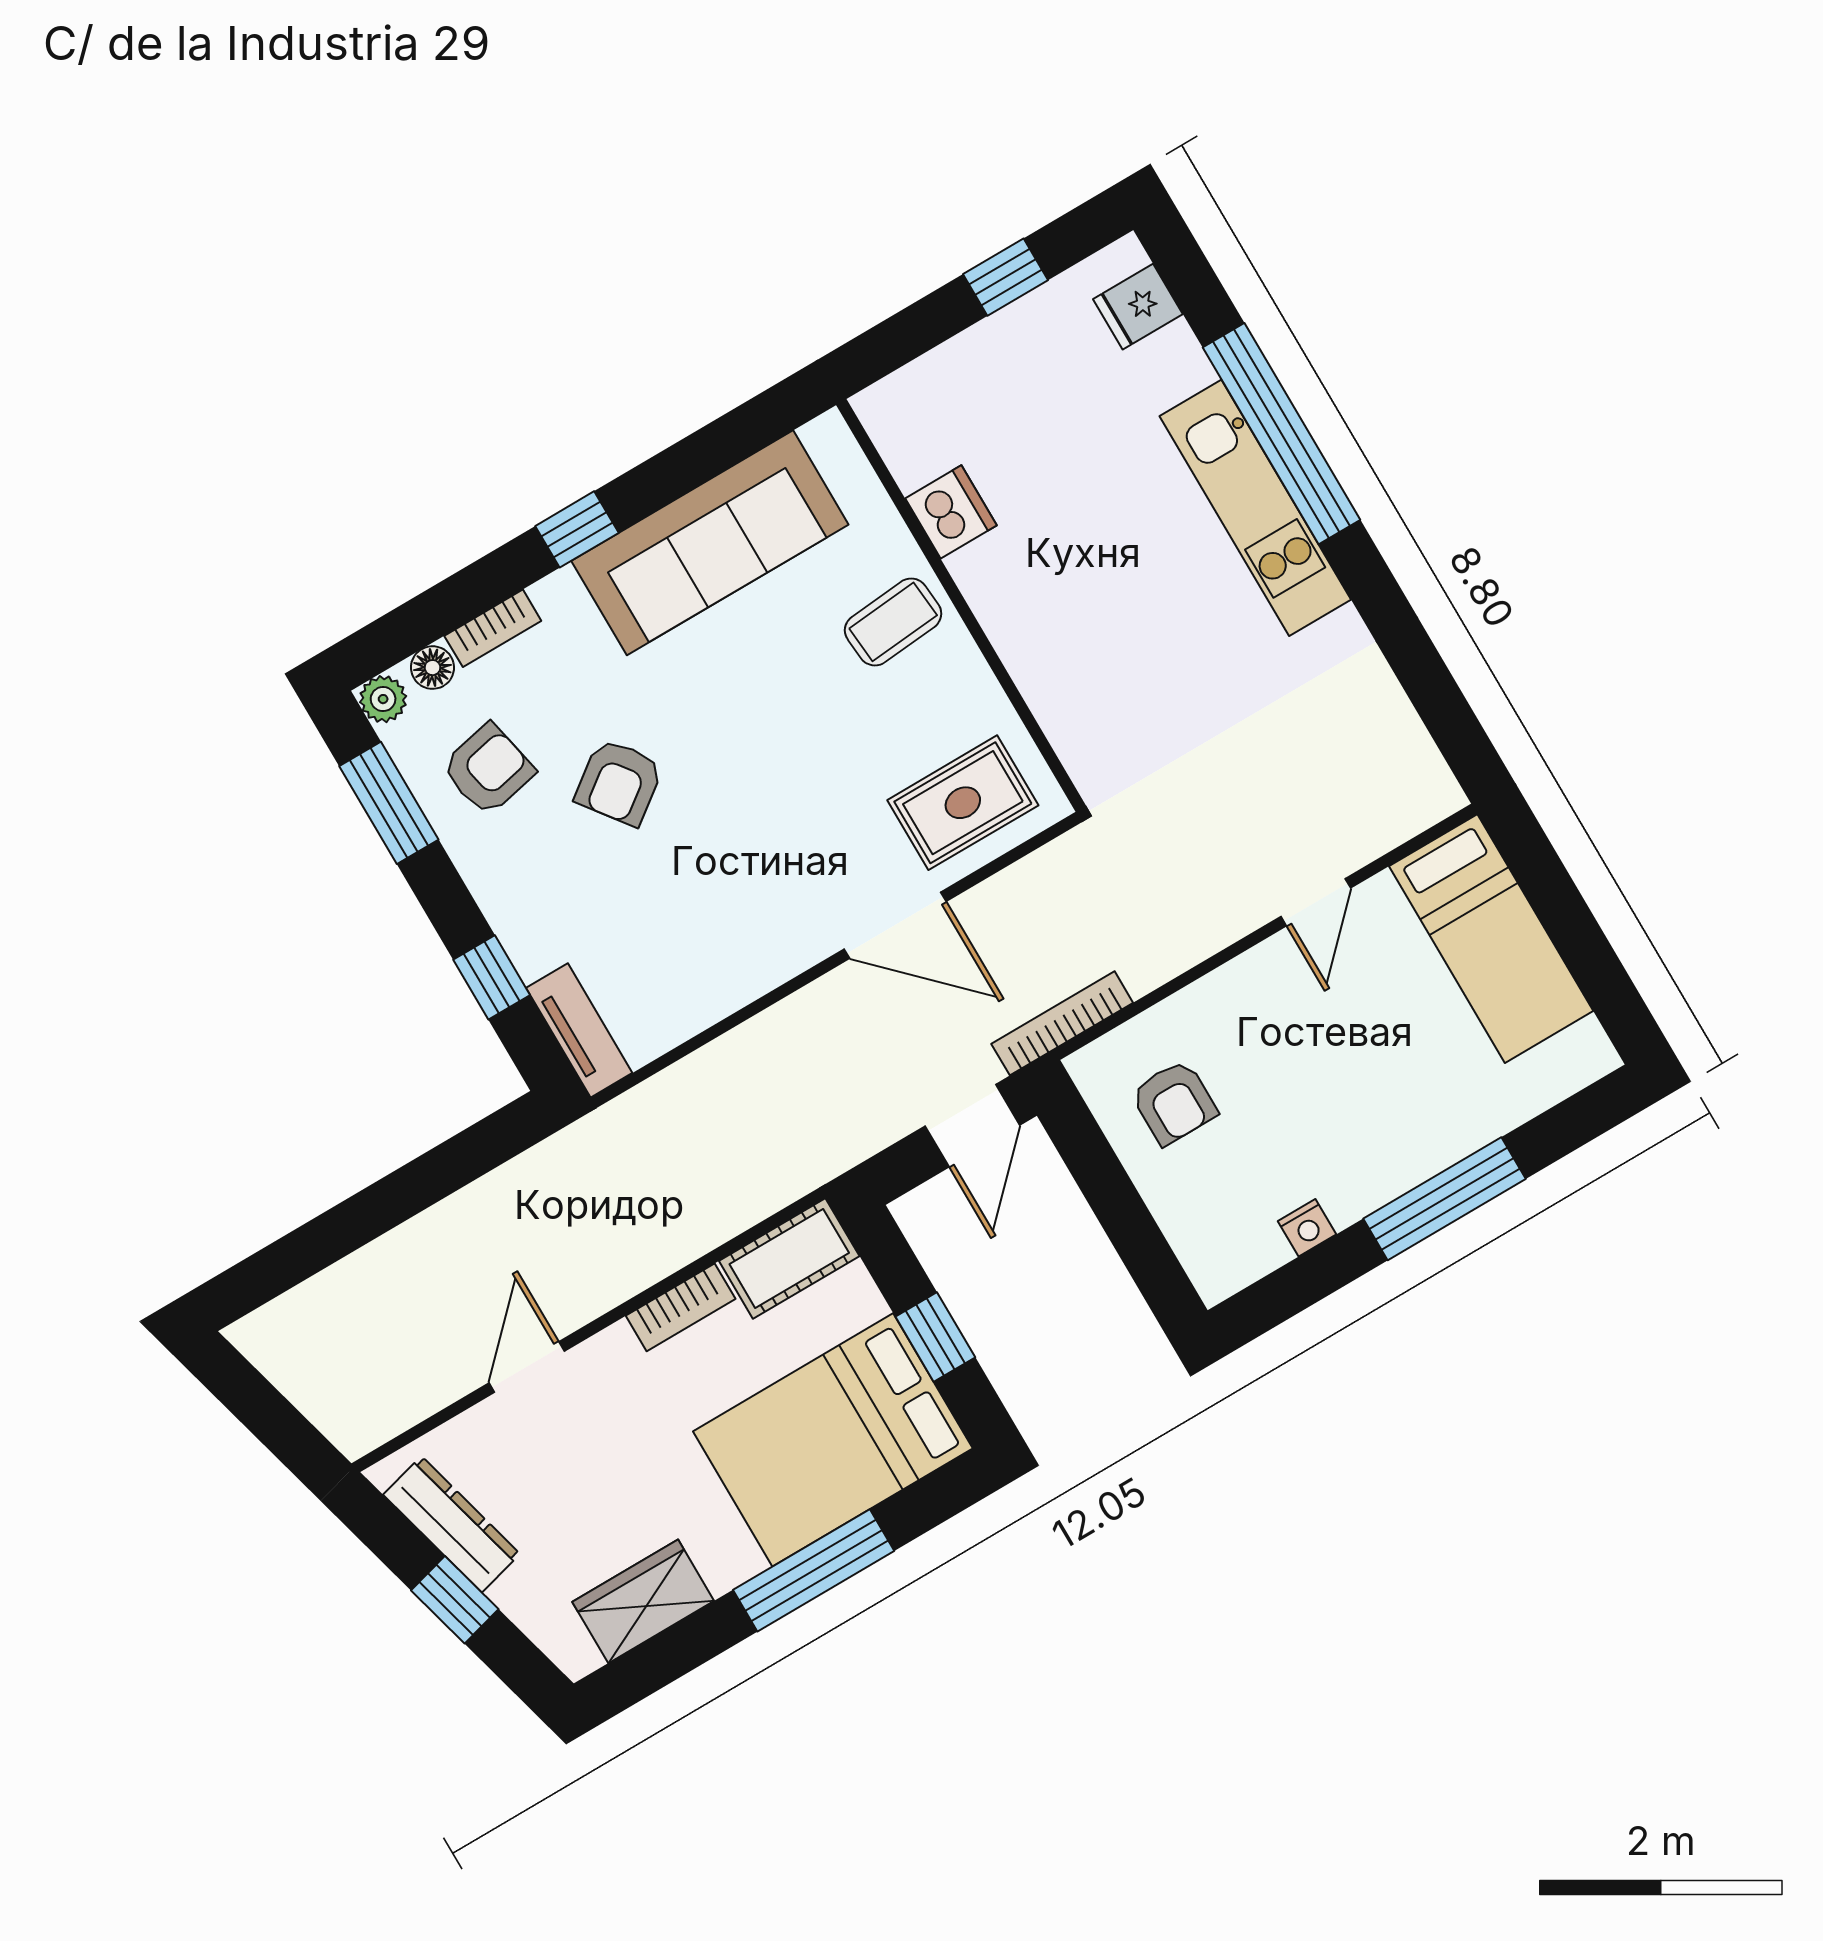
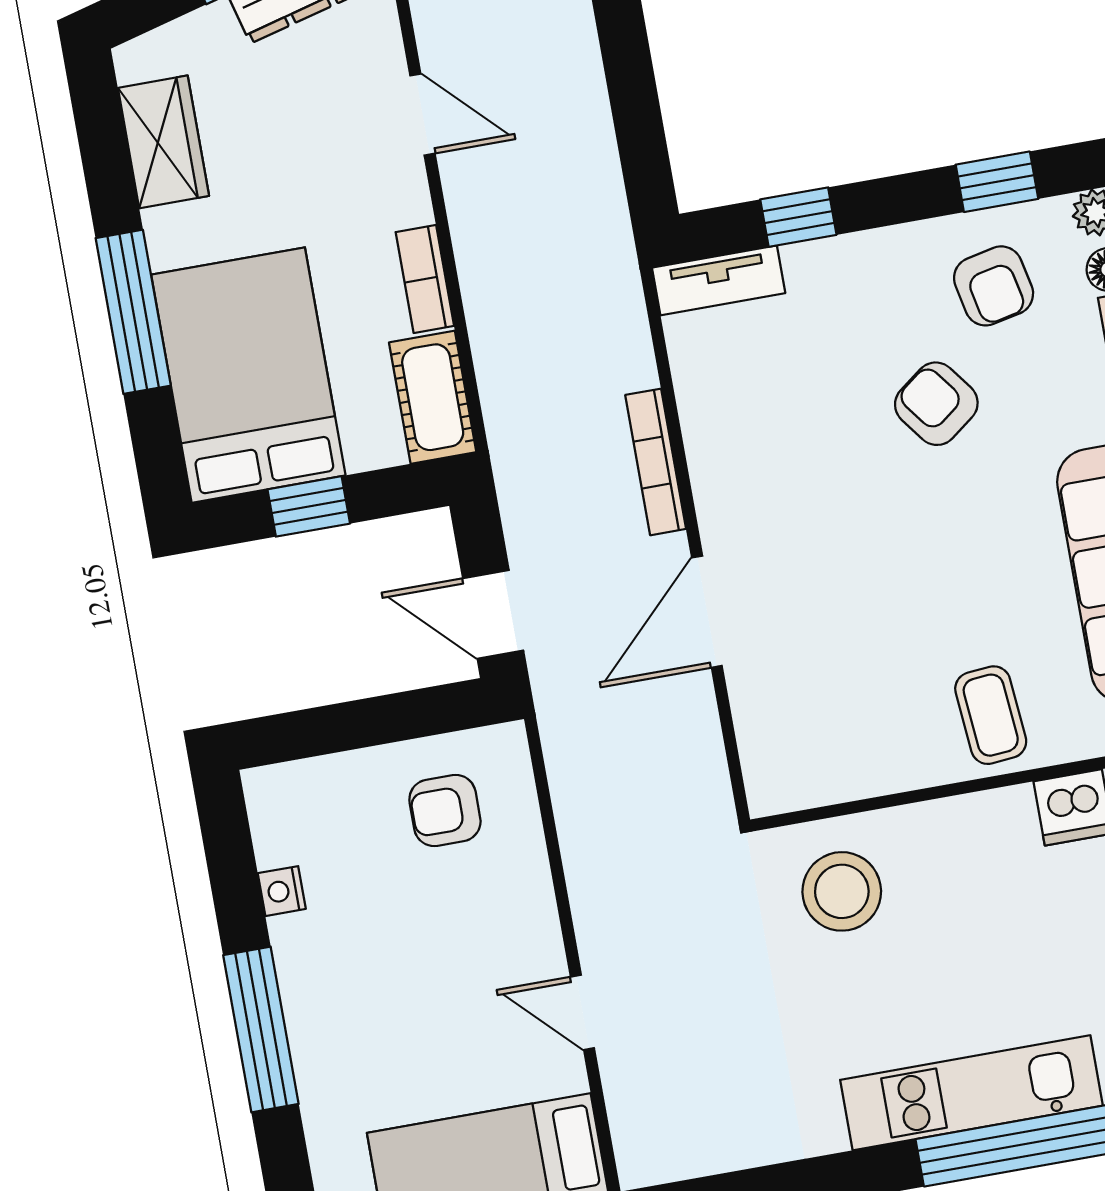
stool: (1111, 700) -> (842, 891), added
window: (389, 803) -> (997, 182), width x0.67
rug: (963, 803) -> (798, 717), removed
bookcase: (1062, 1023) -> (656, 462), moved, turned 180

